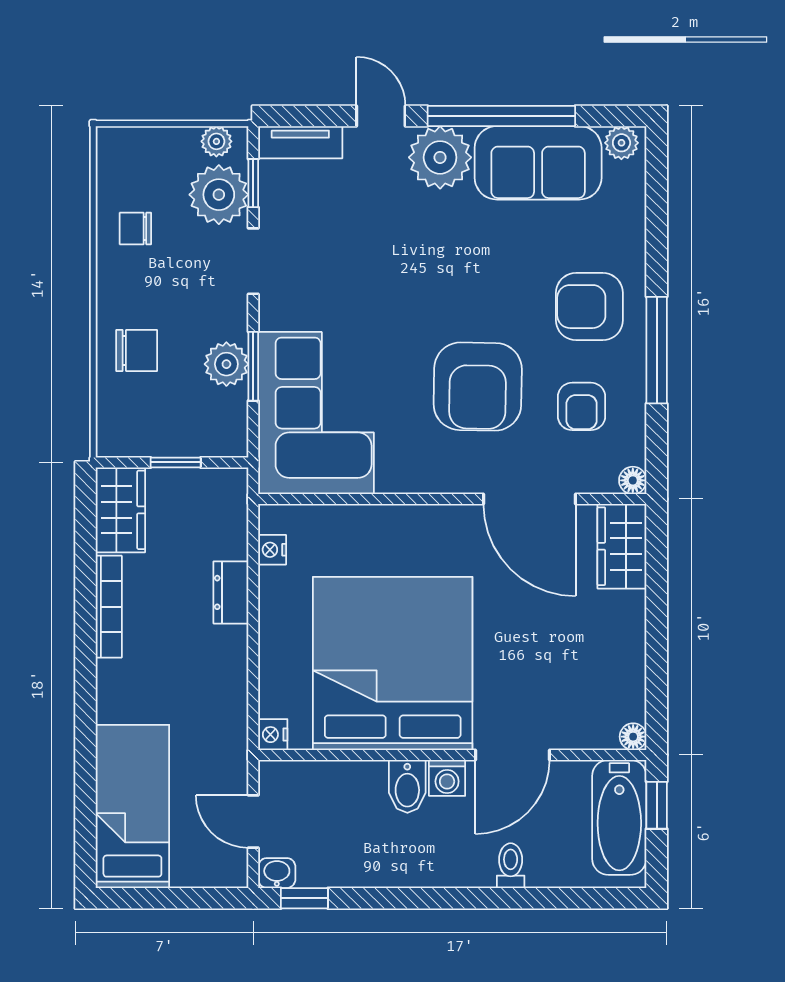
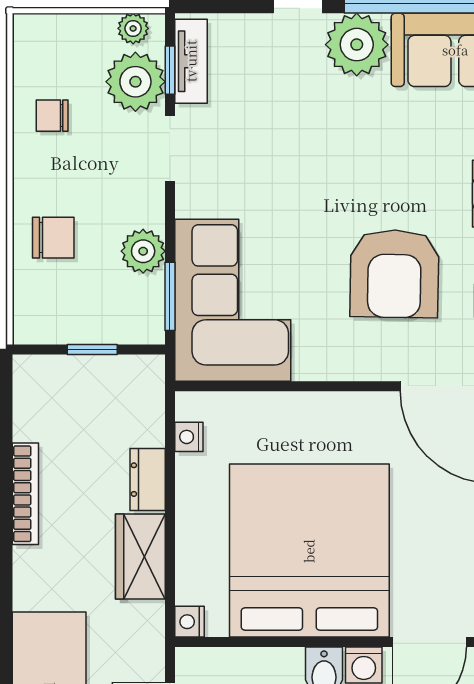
tv unit: (300, 142) -> (191, 61), moved, turned -90
window: (253, 366) -> (170, 296), moved
wardrobe: (120, 510) -> (140, 557), moved, turned 180

